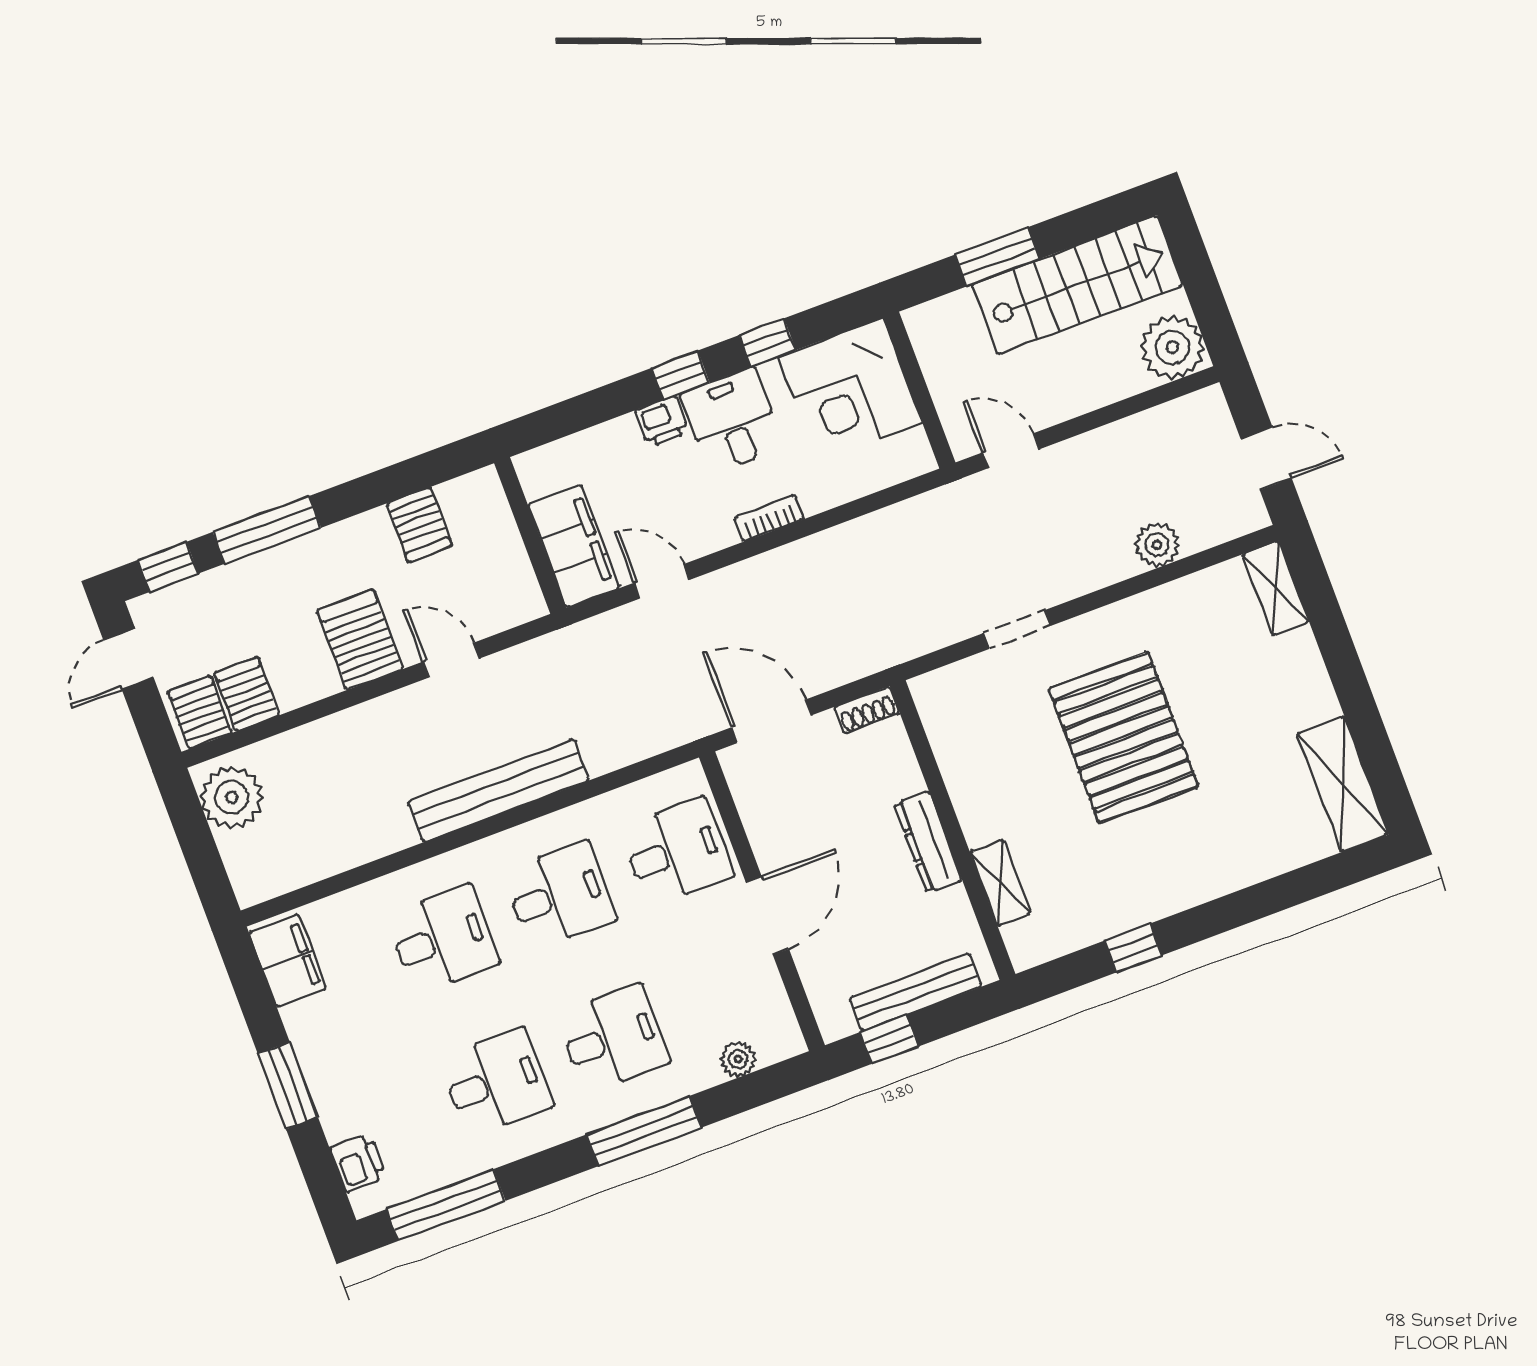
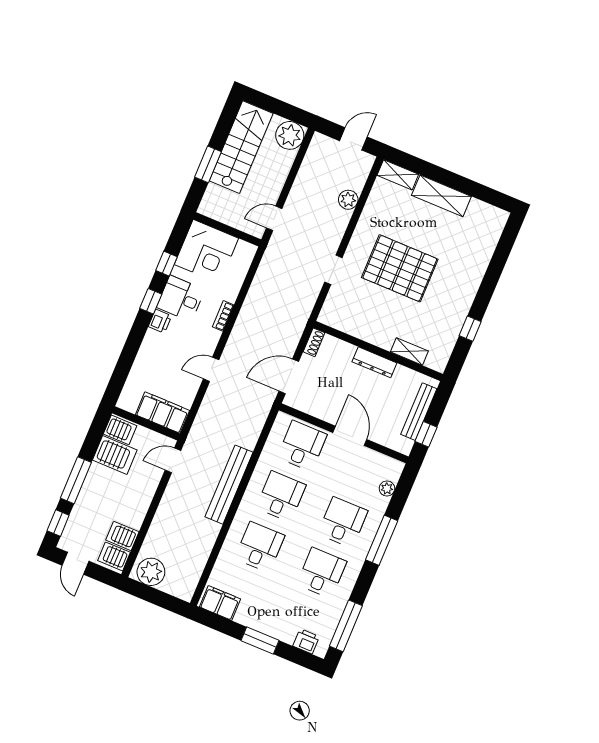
wall: (530, 536) -> (146, 423), moved
filing cabinet: (574, 546) -> (162, 413), moved
server rack: (360, 640) -> (115, 455), moved, turned 180
shelving: (1343, 784) -> (441, 196), moved

